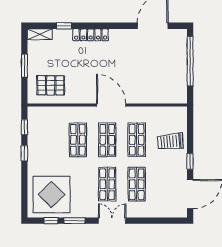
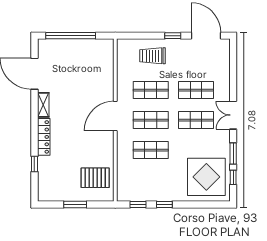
shelving: (40, 34) -> (43, 105), moved
pallet: (51, 85) -> (95, 178), turned 90
trolley: (170, 141) -> (152, 56), turned 95

